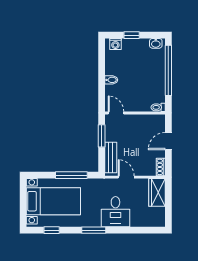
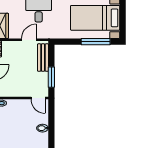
window: (71, 175) -> (96, 42), moved
door: (126, 177) -> (29, 40), swing flipped

